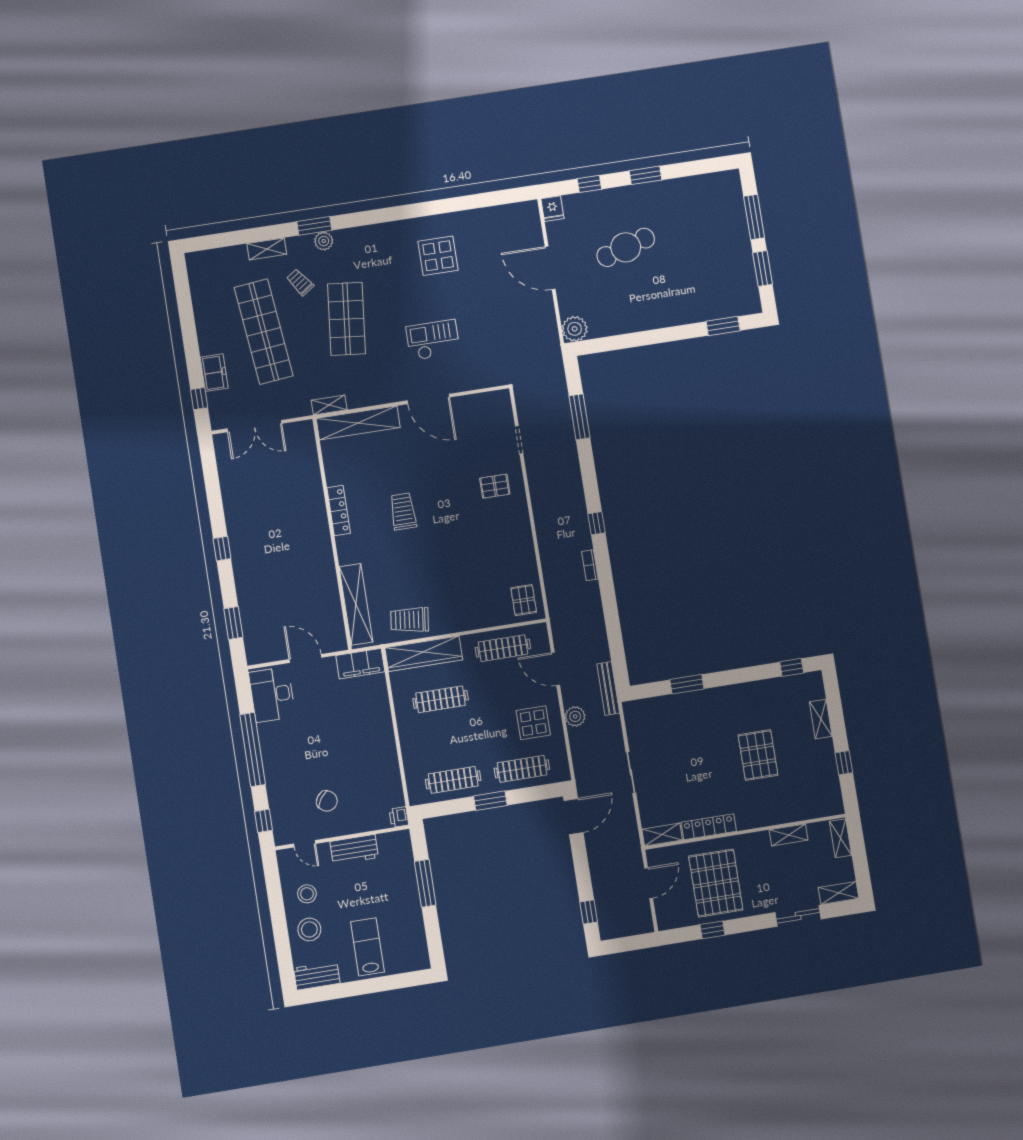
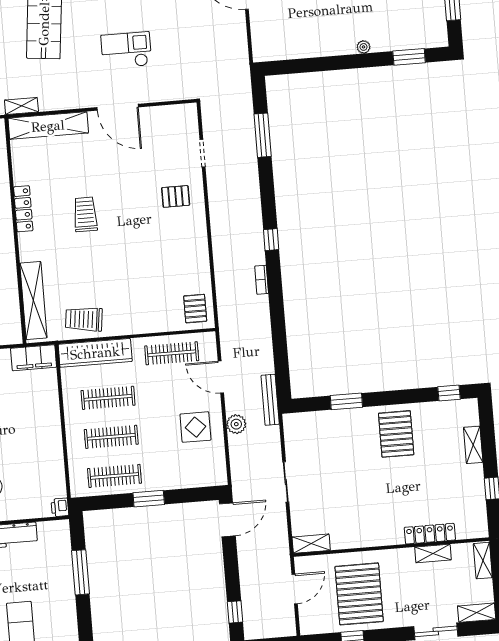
plant: (575, 329) -> (364, 47), moved, width x0.53, depth x0.53
pallet: (758, 755) -> (396, 434), moved
clothes rail: (522, 769) -> (111, 437), moved
locker: (709, 827) -> (430, 534), moved

